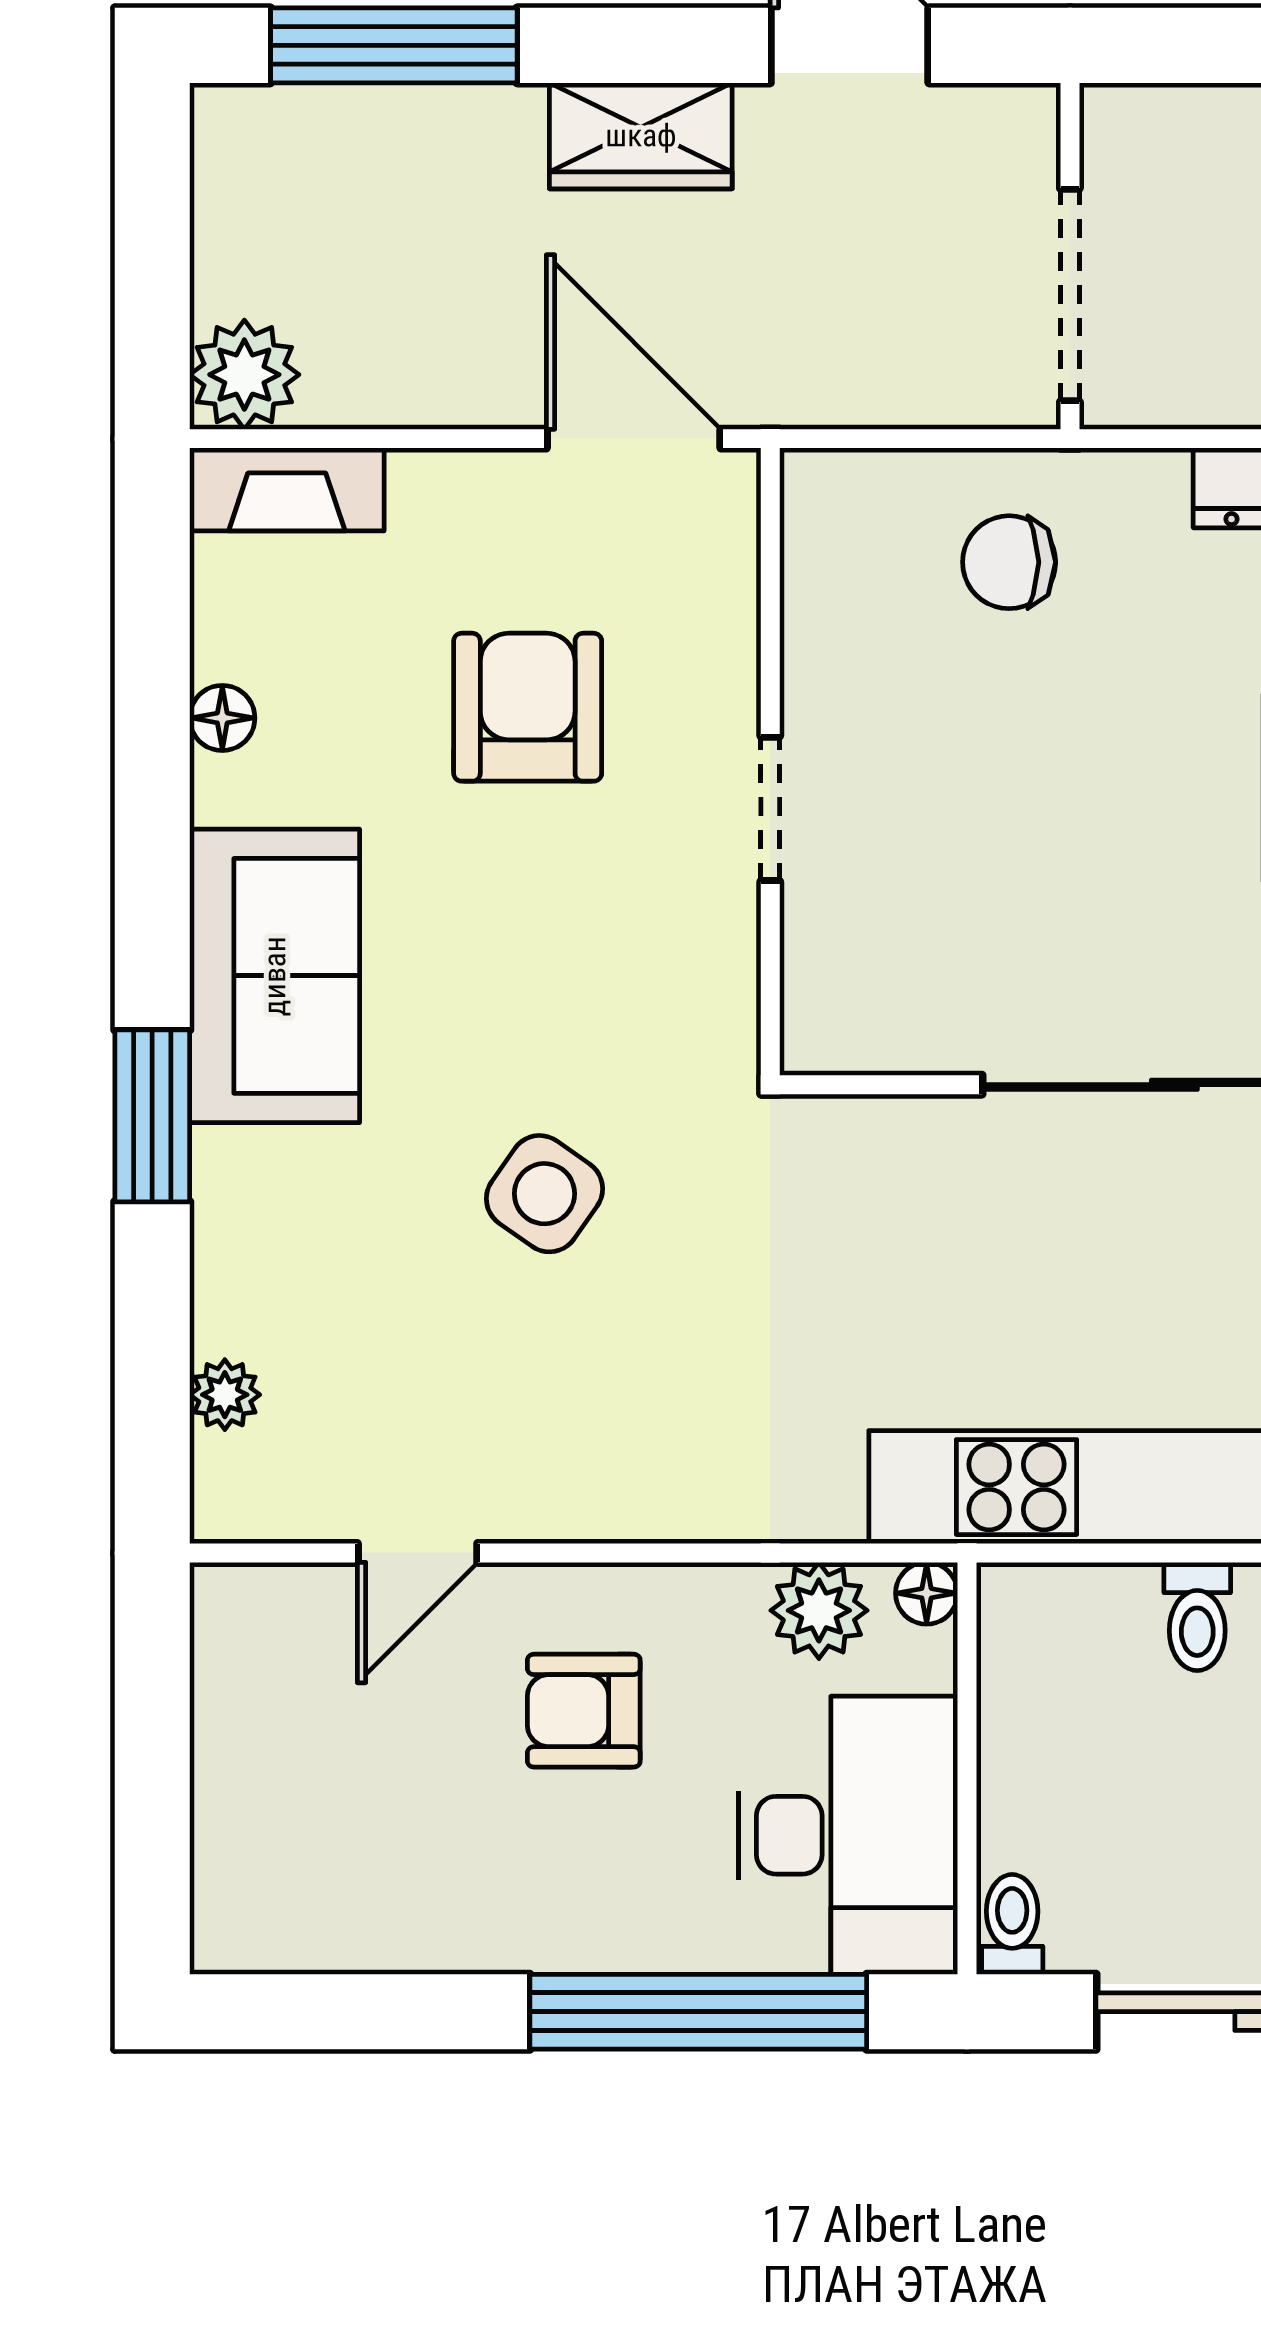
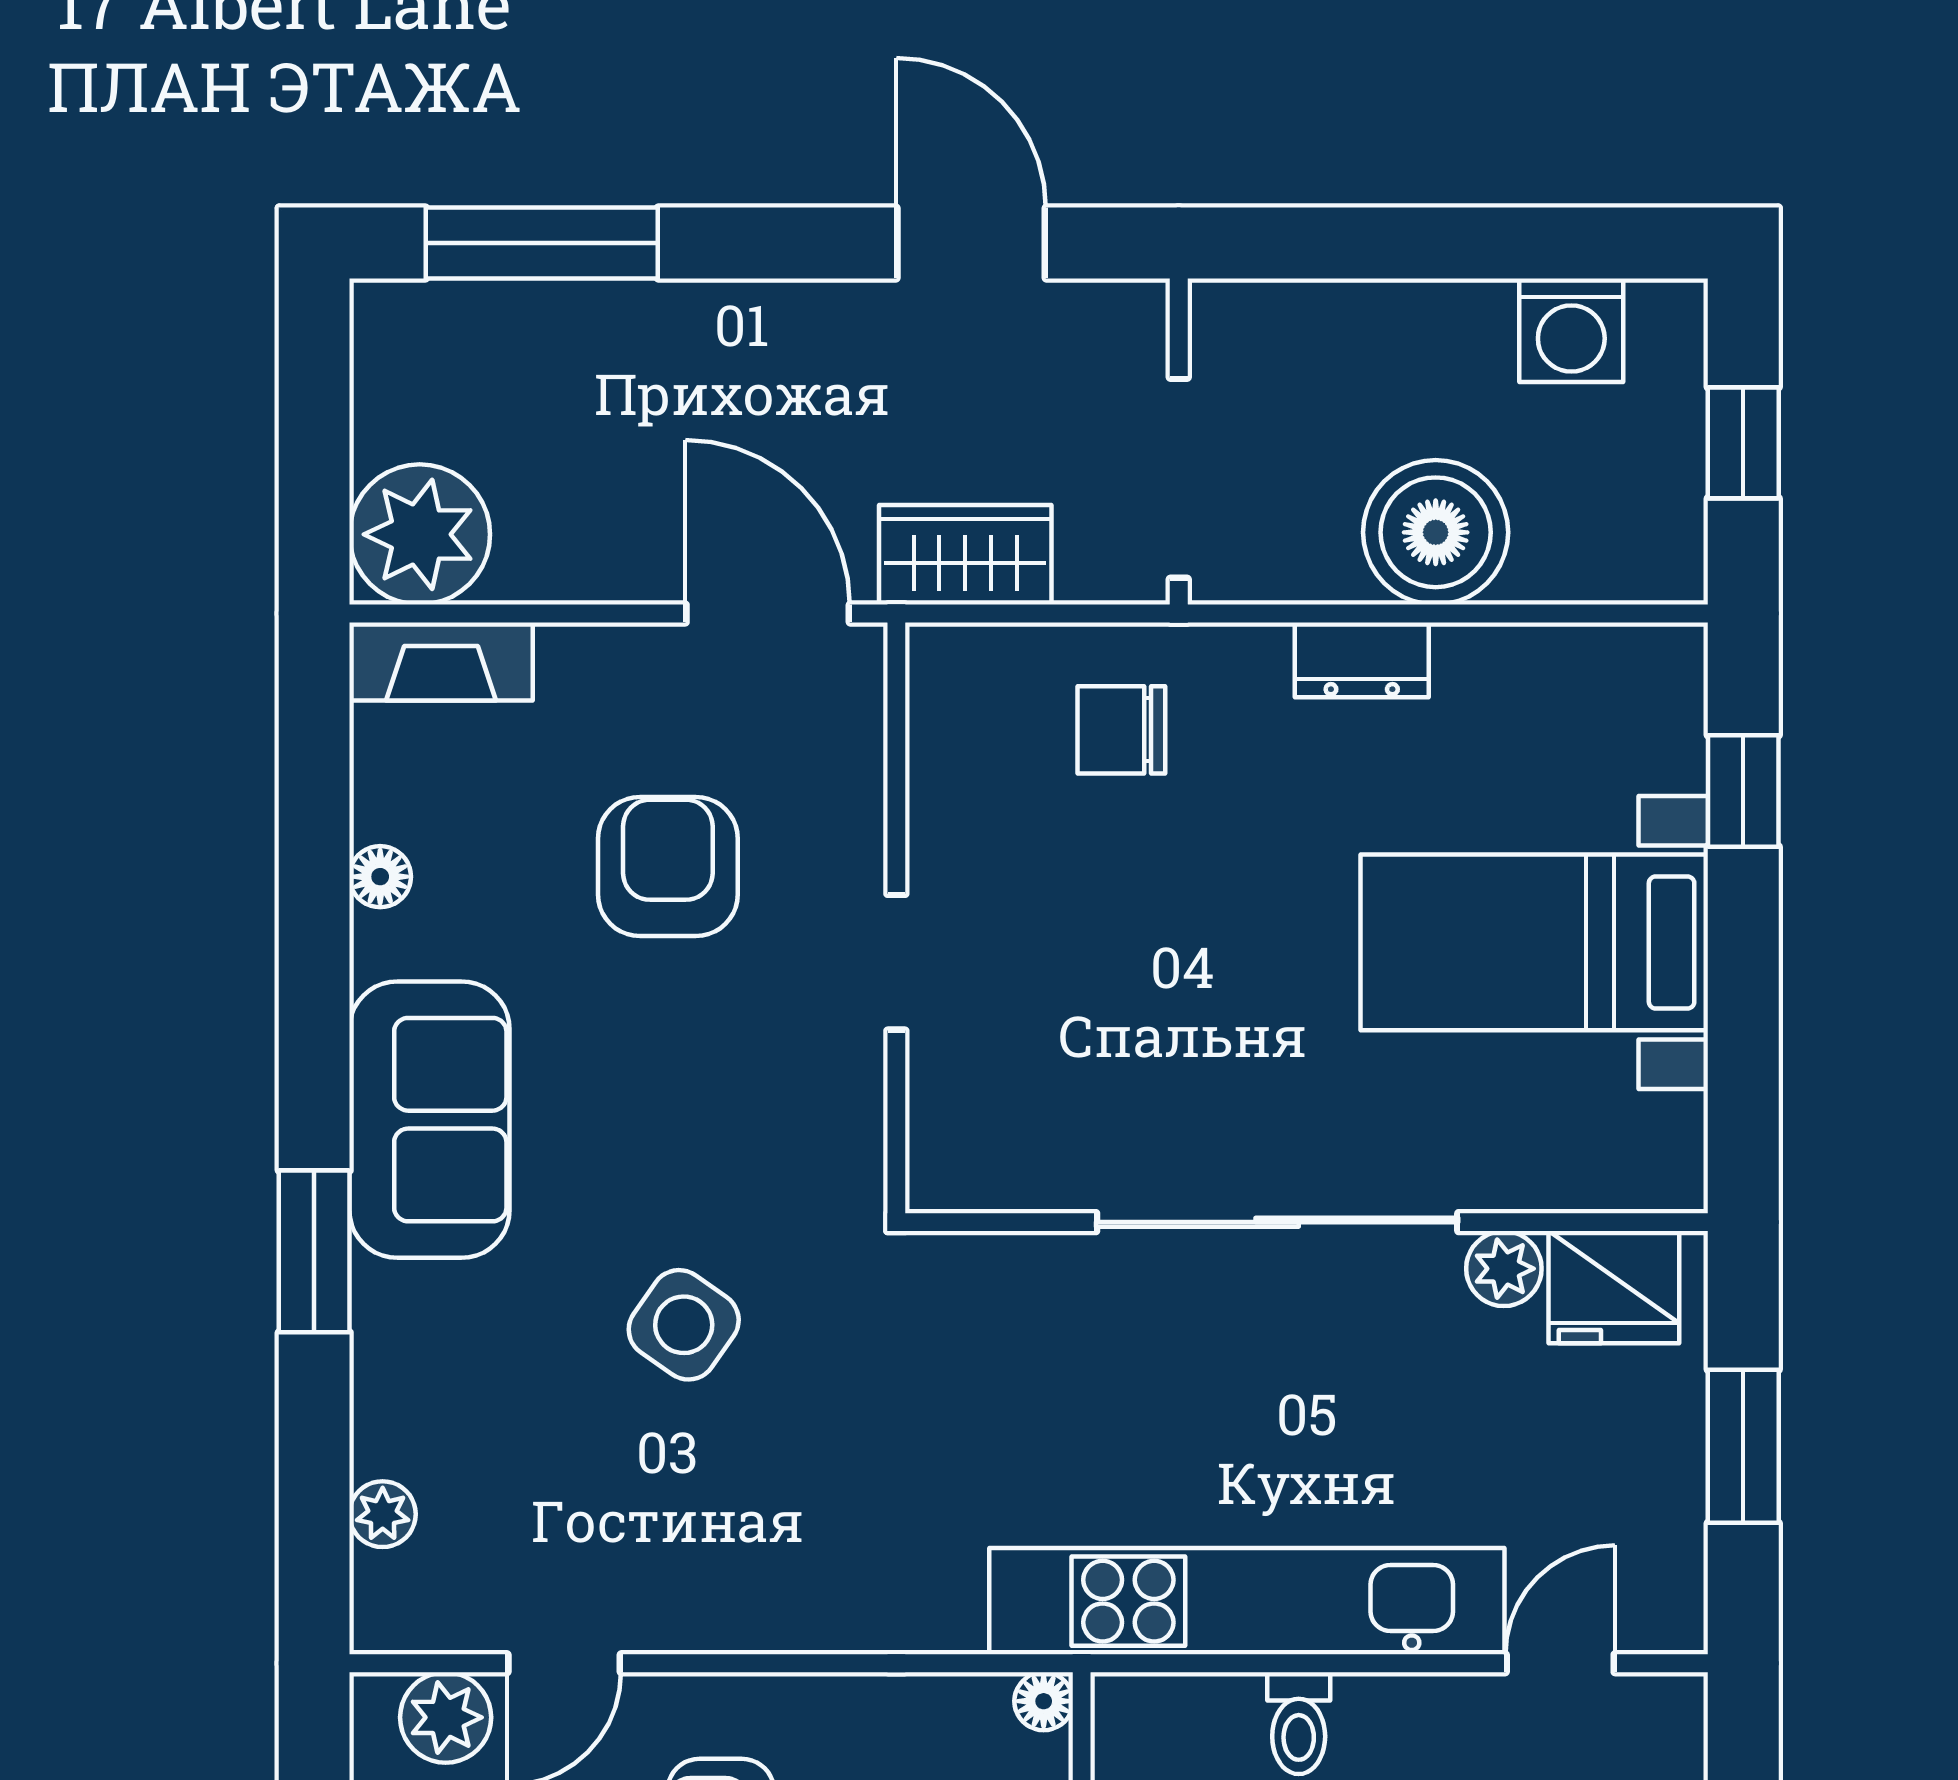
wardrobe: (641, 136) -> (965, 555), moved, turned 180
plant: (244, 375) -> (420, 534), width x1.36, depth x1.36
plant: (819, 1610) -> (446, 1717), moved

